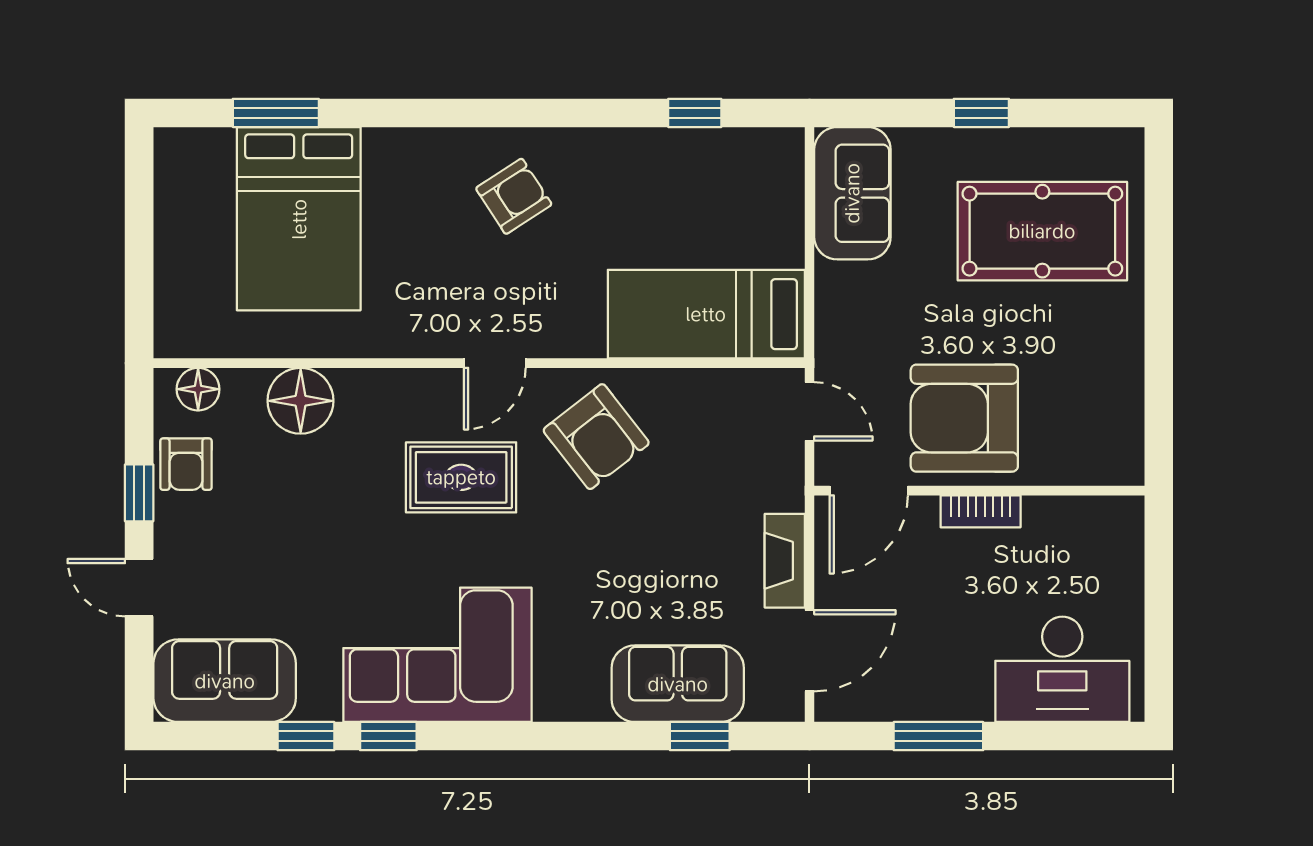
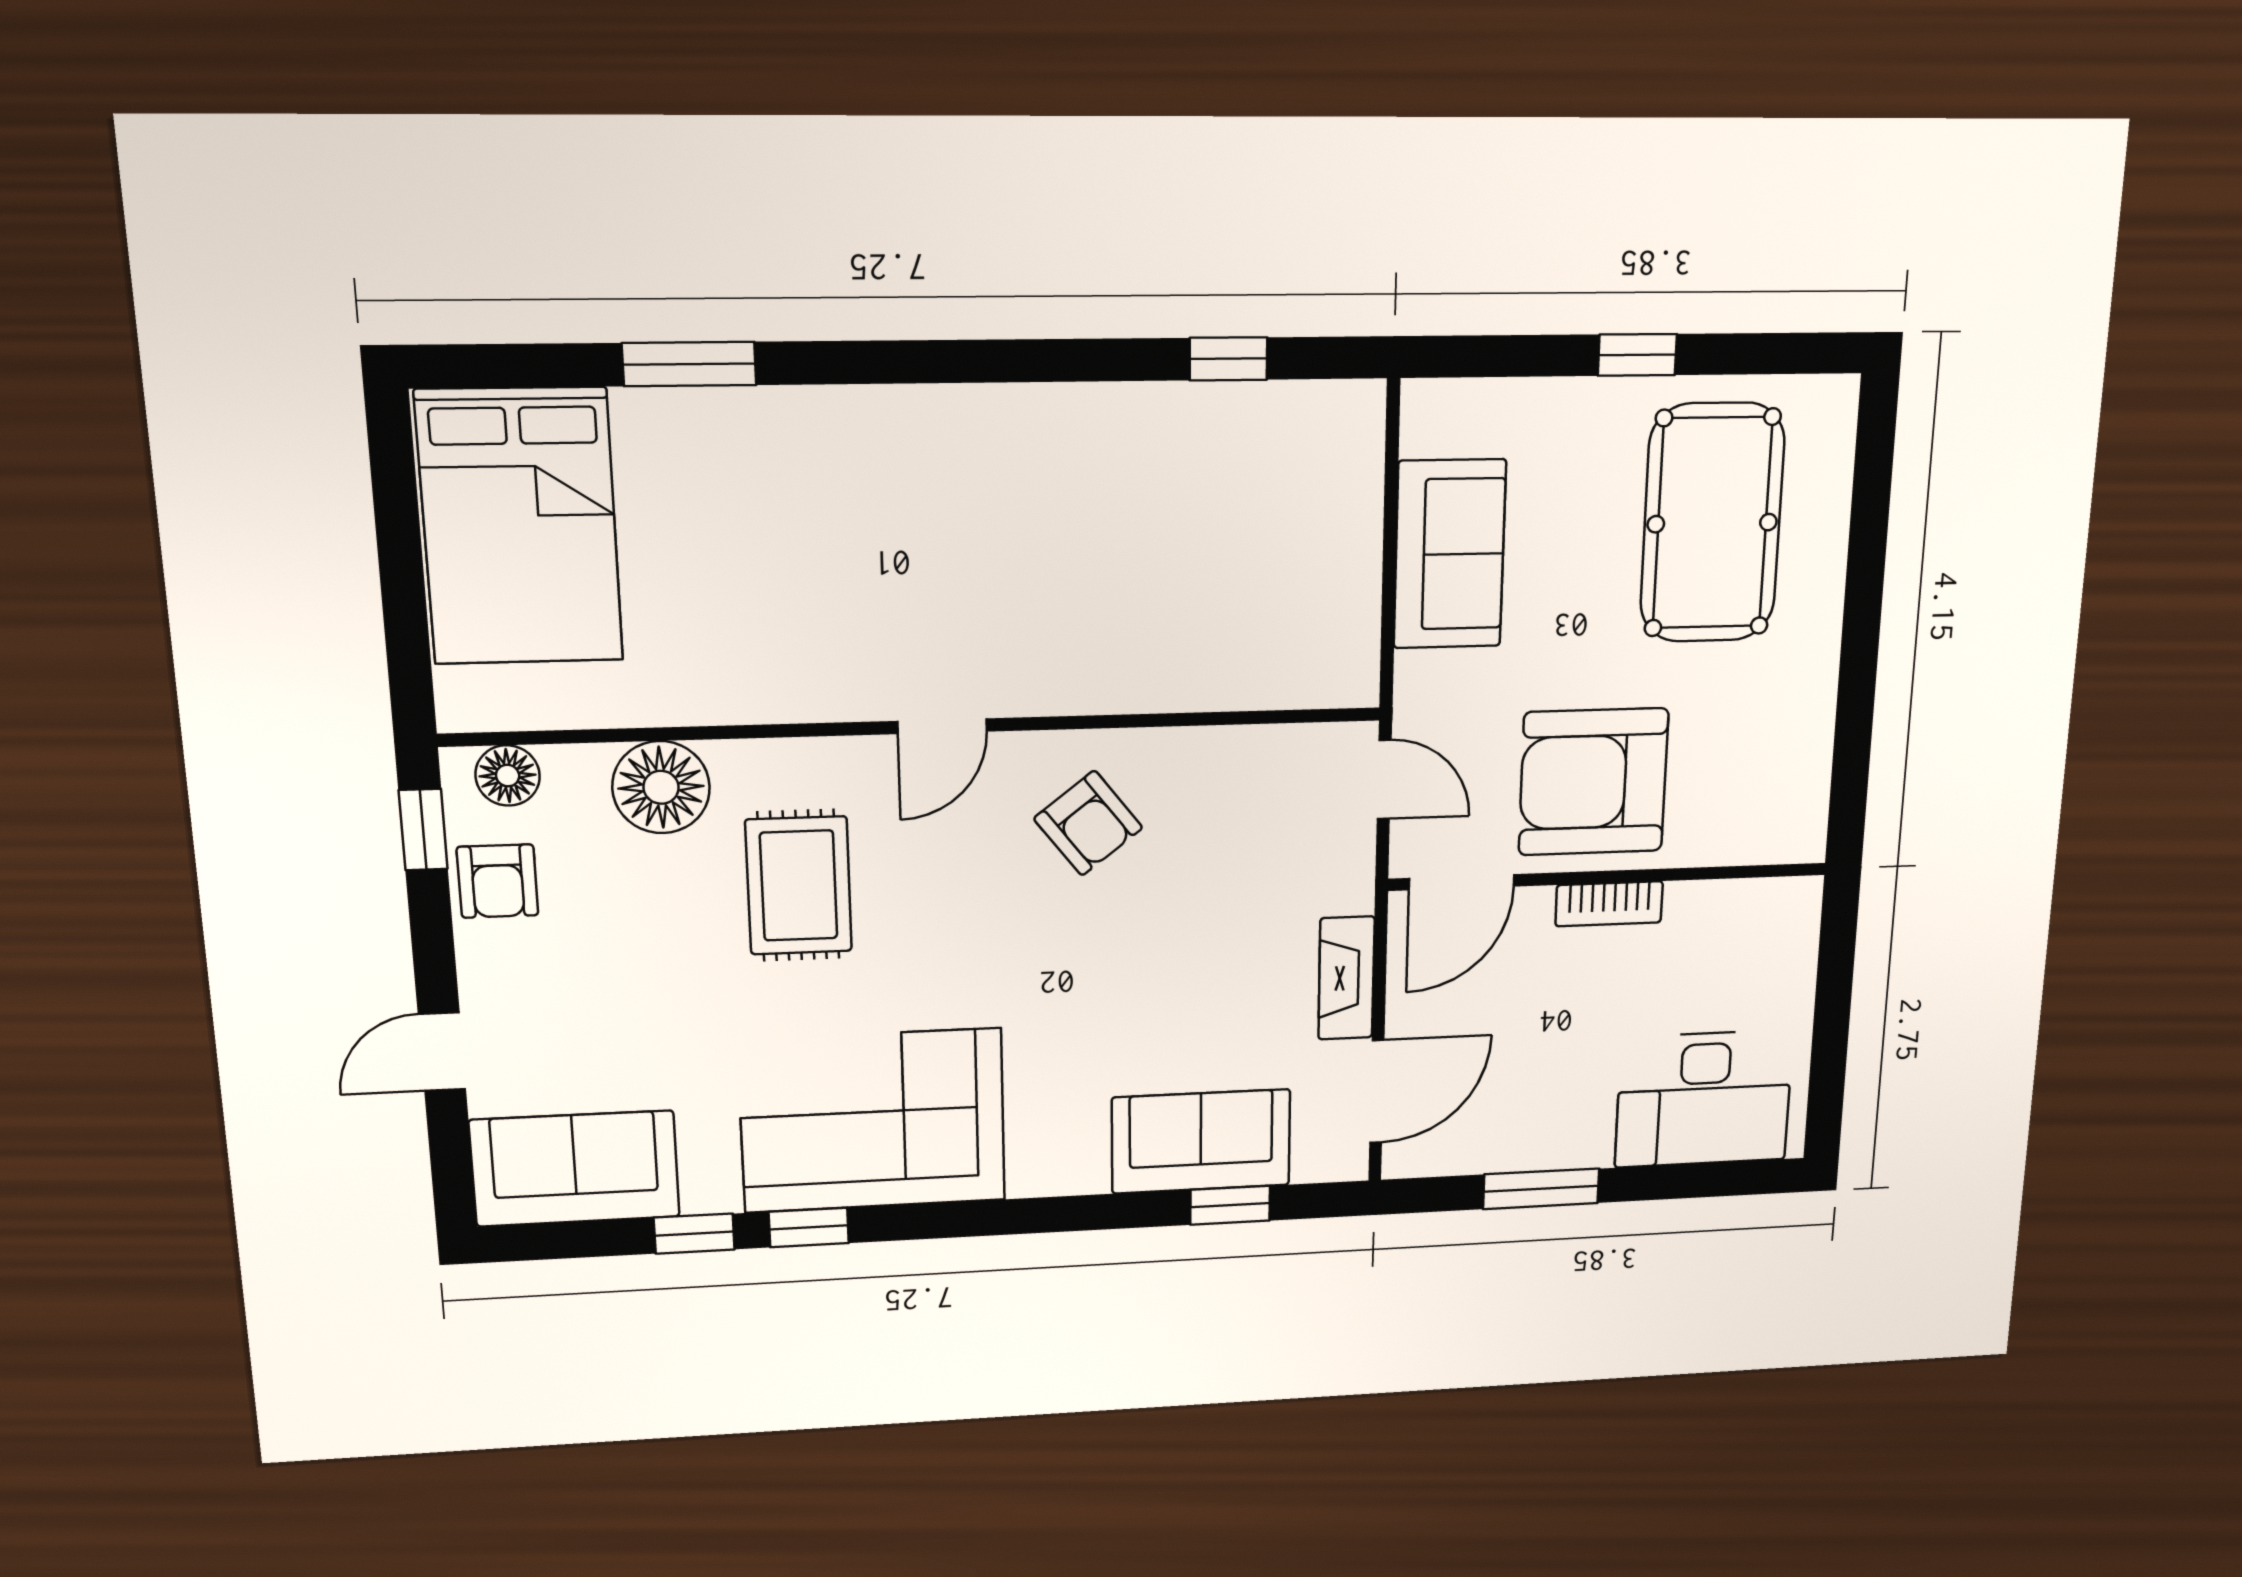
window: (276, 113) -> (689, 364), moved
sofa: (852, 193) -> (1450, 554), moved
armchair: (514, 196) -> (964, 486), removed
bed: (299, 219) -> (520, 527), moved
pool table: (1042, 231) -> (1712, 523), turned 90
bed: (706, 314) -> (1243, 650), removed
armchair: (596, 437) -> (1088, 823), width x0.72, depth x0.72
rug: (461, 477) -> (799, 886), moved, turned 90
window: (139, 493) -> (423, 830), moved
door: (139, 588) -> (442, 1052), hinge flipped

